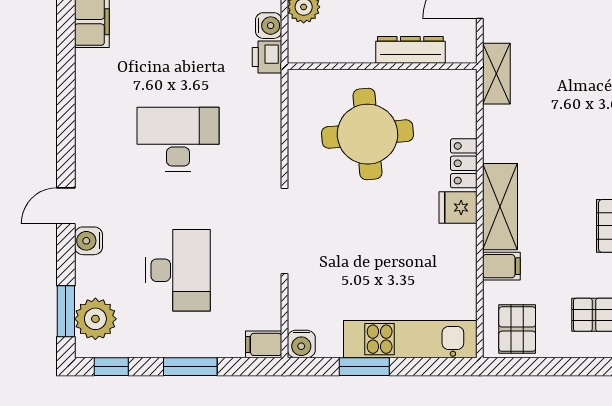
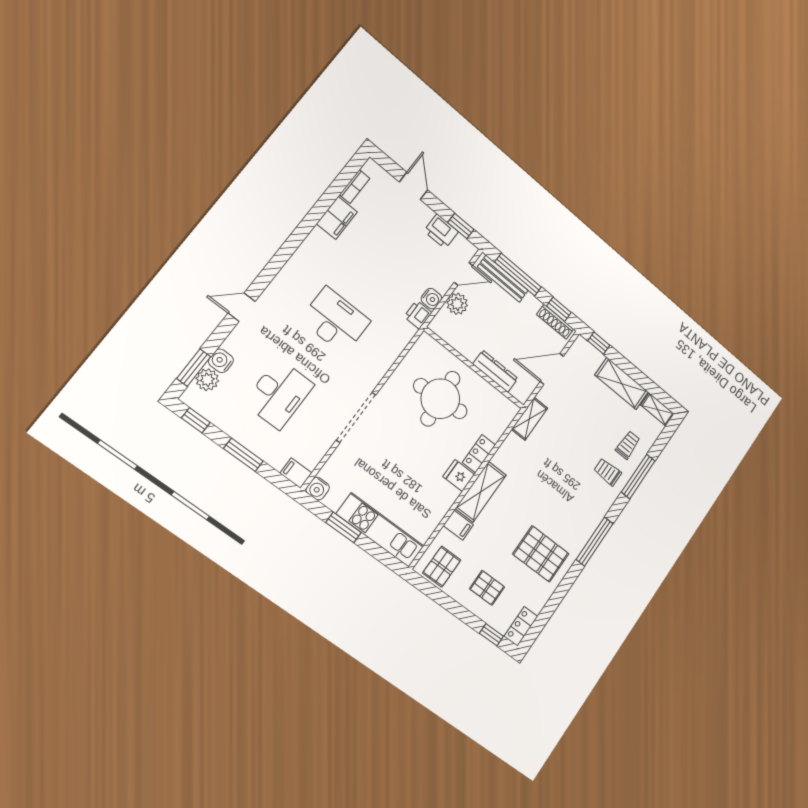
water cooler: (89, 241) -> (221, 361), moved
plant: (95, 319) -> (207, 380), width x0.73, depth x0.73

